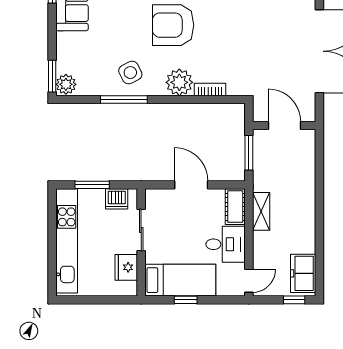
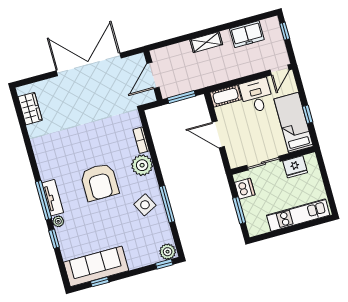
window: (52, 76) -> (164, 264), width x0.67
door: (191, 185) -> (218, 134), hinge flipped
shelving: (261, 211) -> (206, 42), moved
kitchen unit: (67, 241) -> (298, 215), width x0.73
freezer: (303, 273) -> (247, 34), moved
door: (249, 281) -> (280, 70), swing flipped

